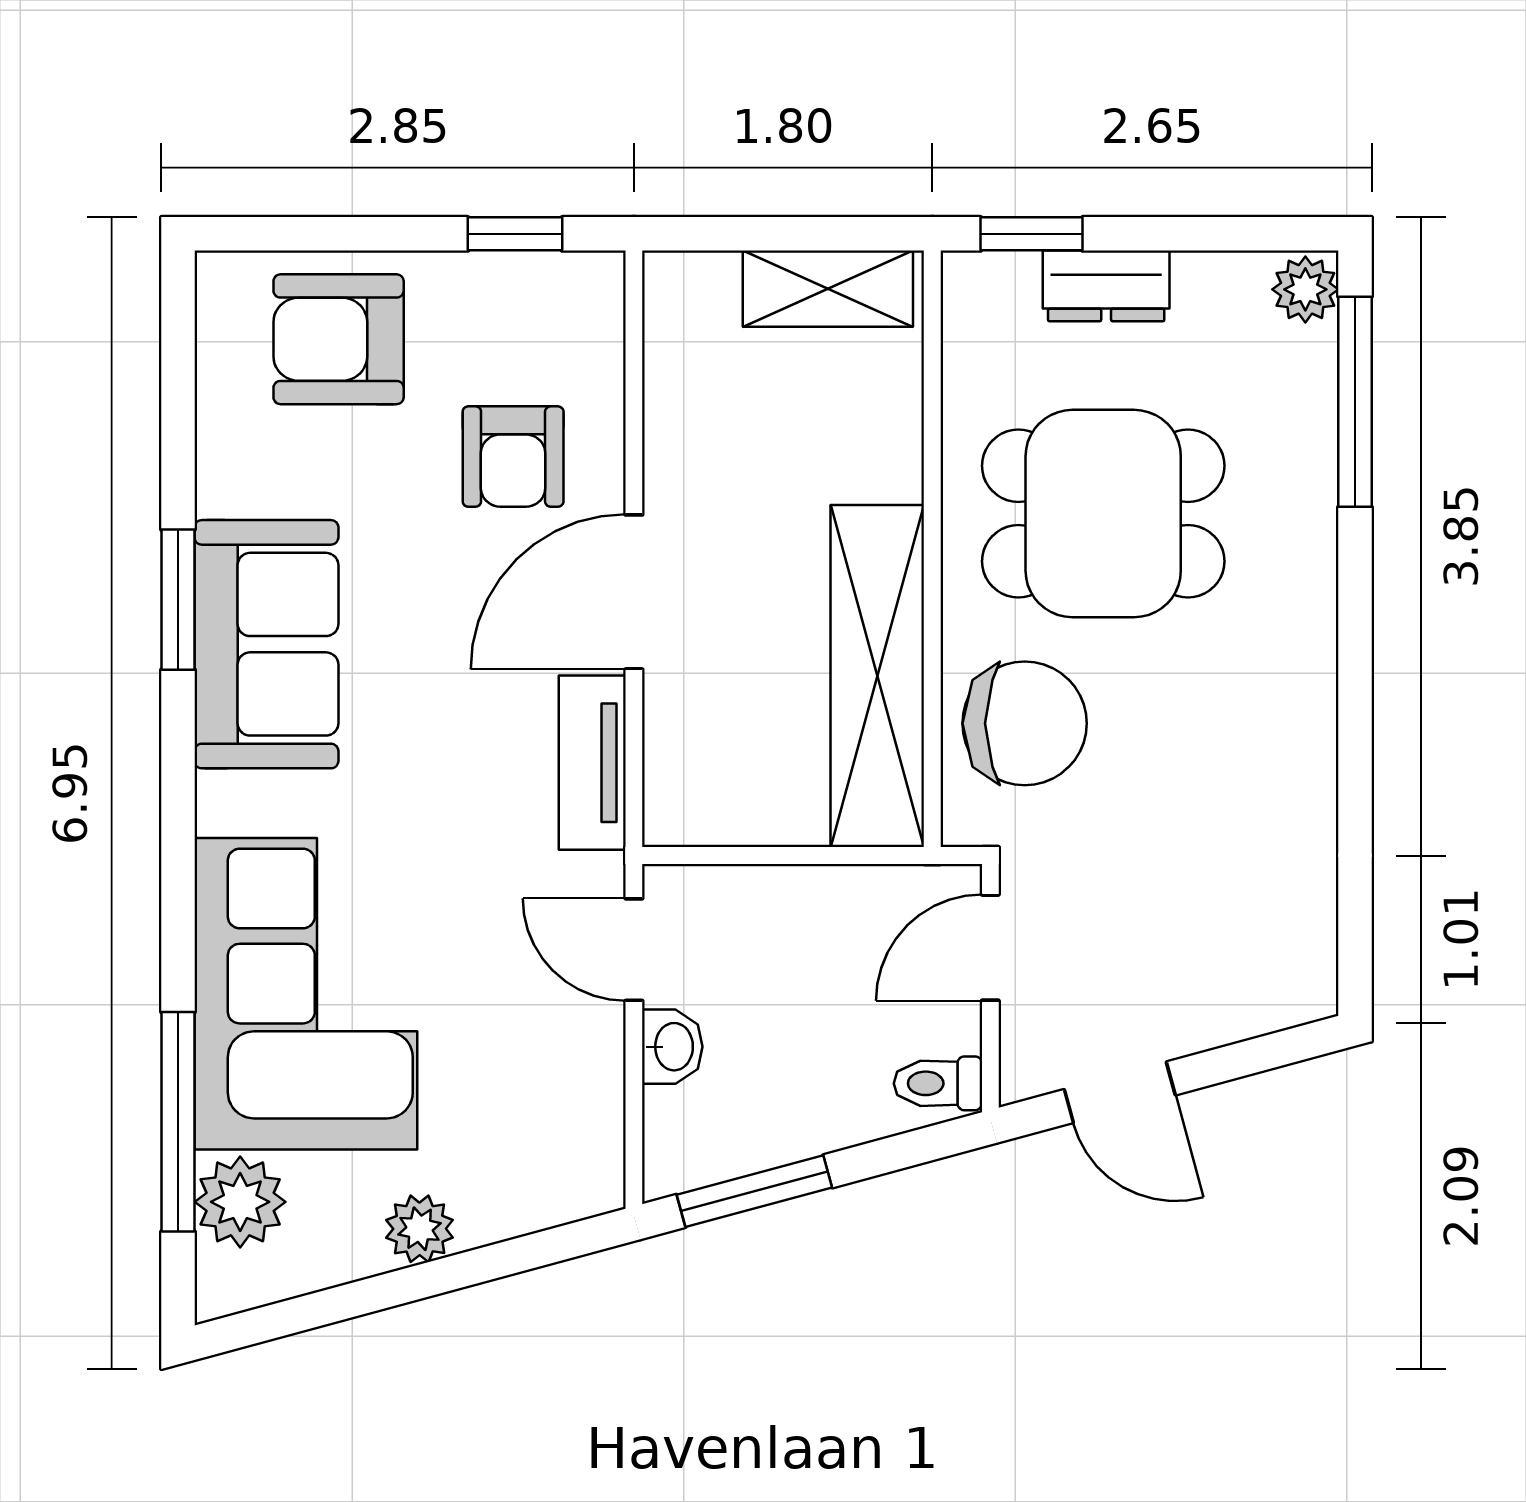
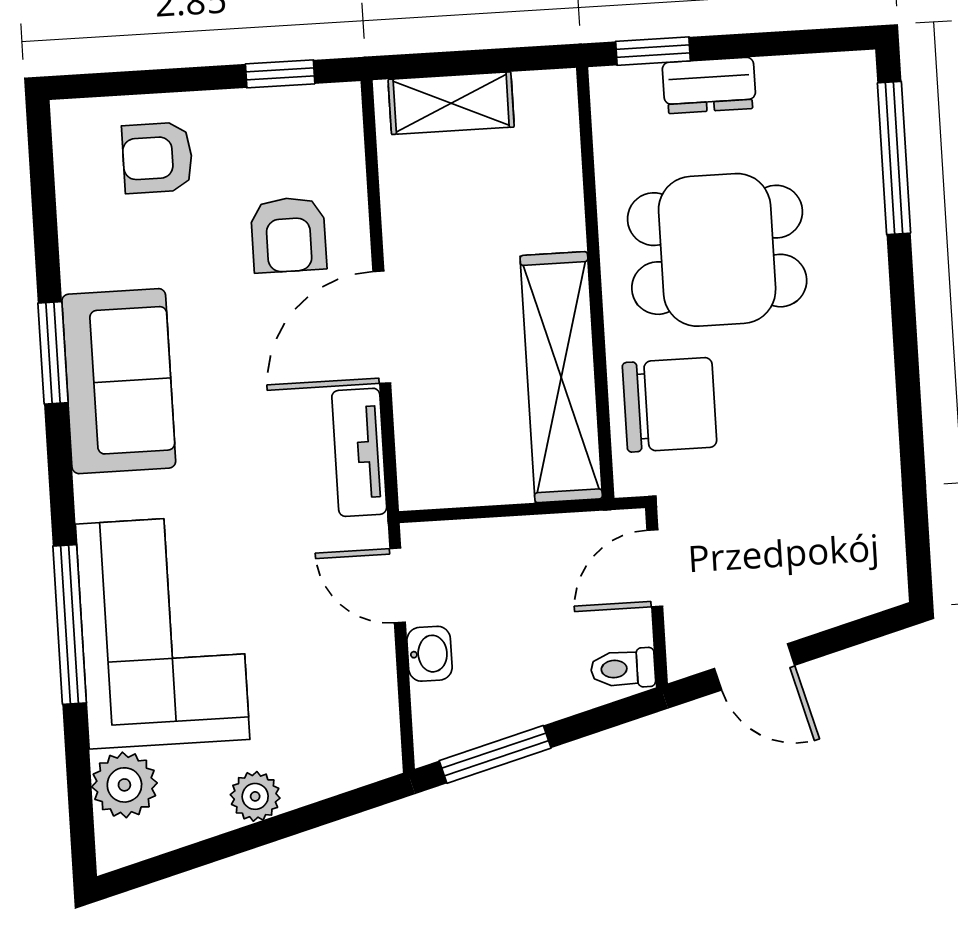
shelving: (828, 289) -> (451, 103), moved
plant: (1305, 289) -> (853, 79), removed
armchair: (339, 339) -> (157, 158), width x0.72, depth x0.72
window: (178, 1122) -> (70, 624), moved

